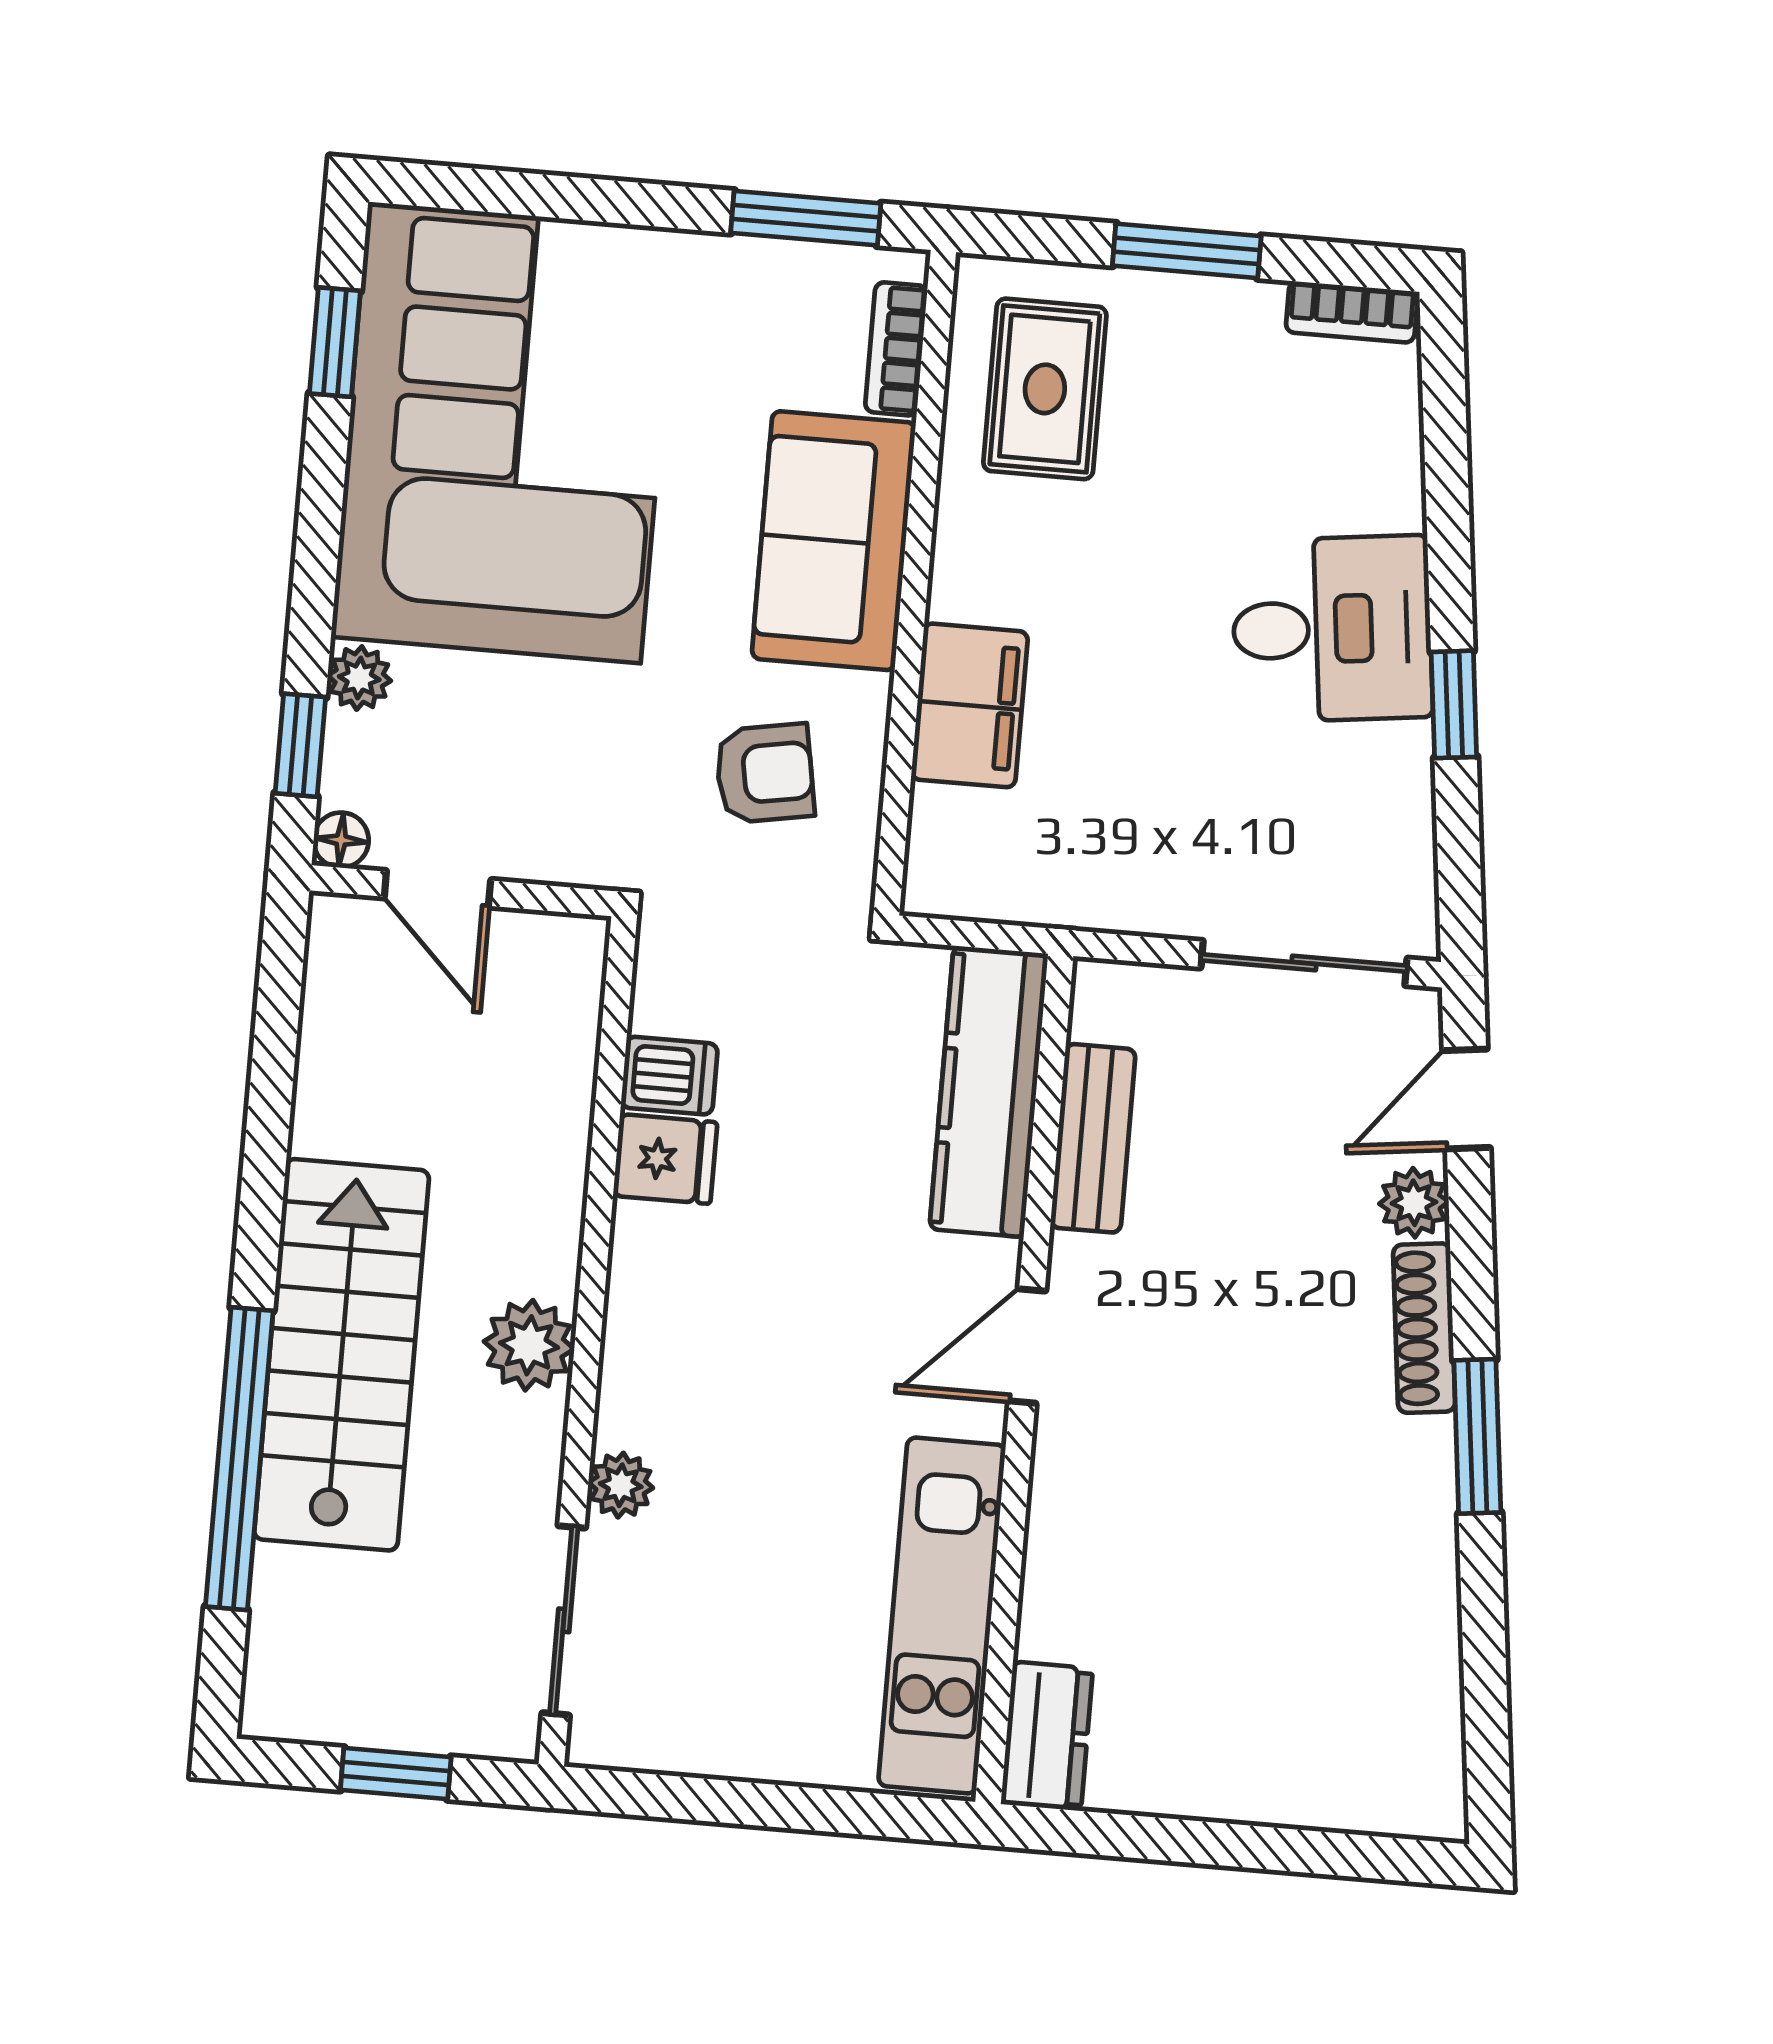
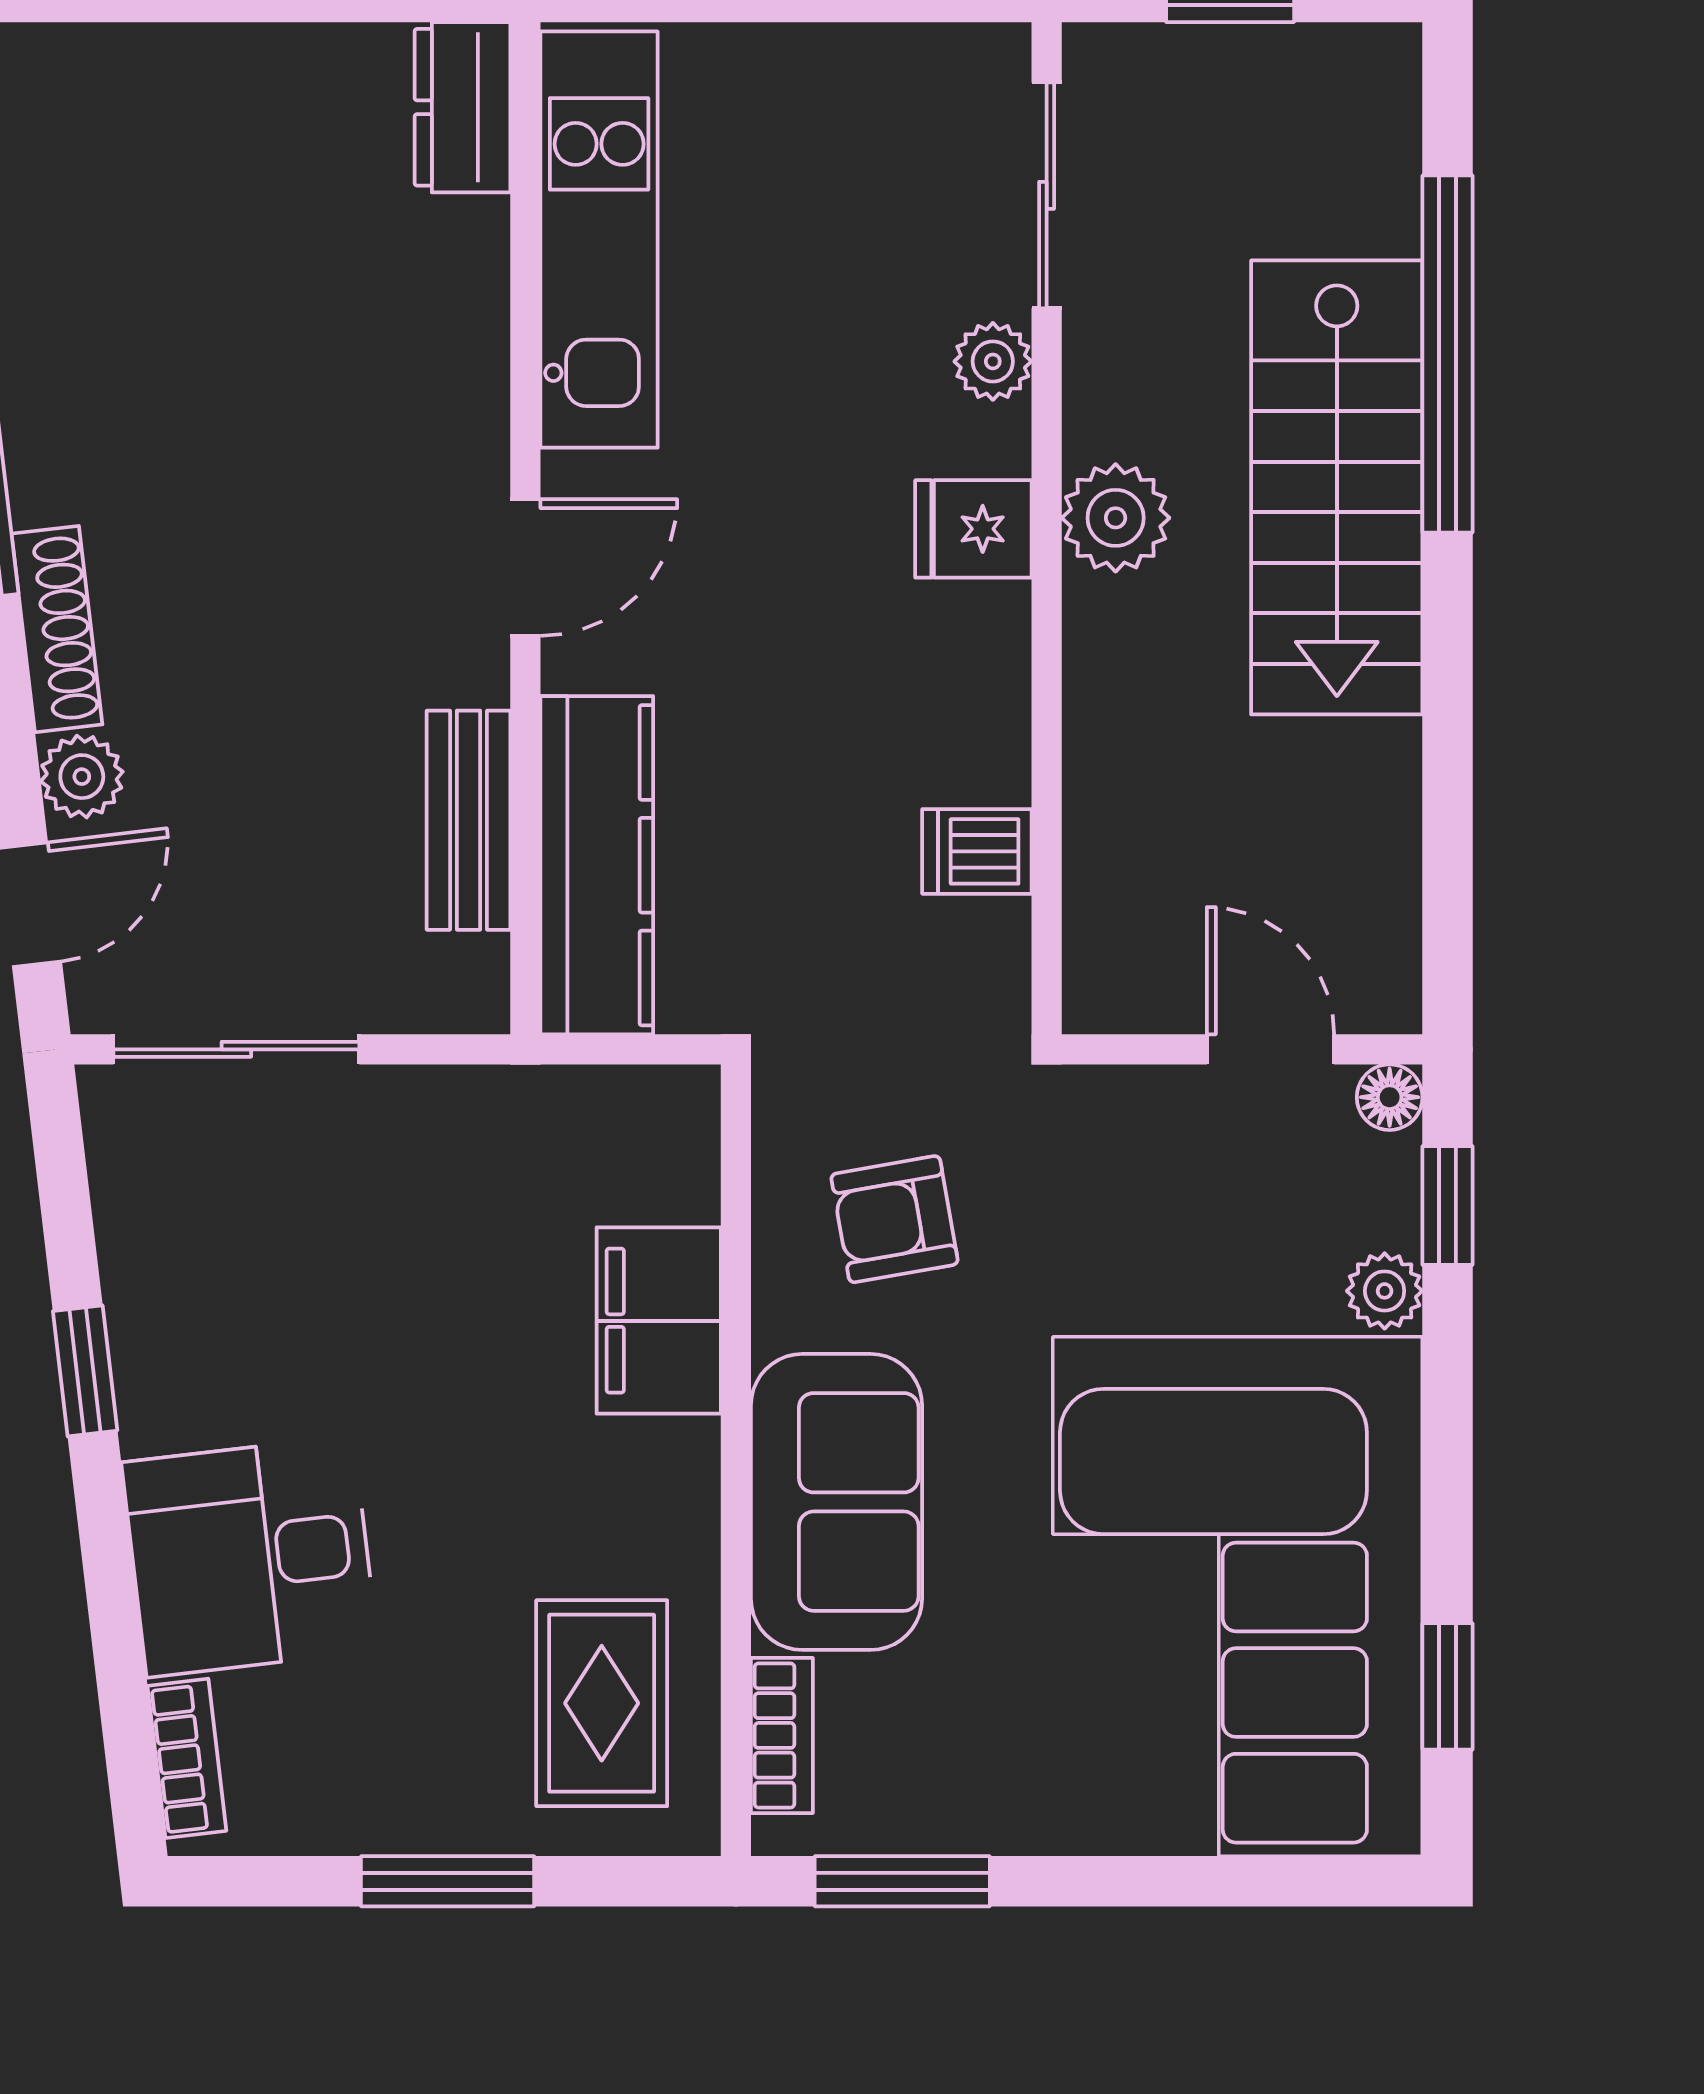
bookcase: (1352, 312) -> (187, 1758), moved, turned 83
desk: (1332, 629) -> (250, 1556), moved
fridge: (665, 1159) -> (973, 529), moved

